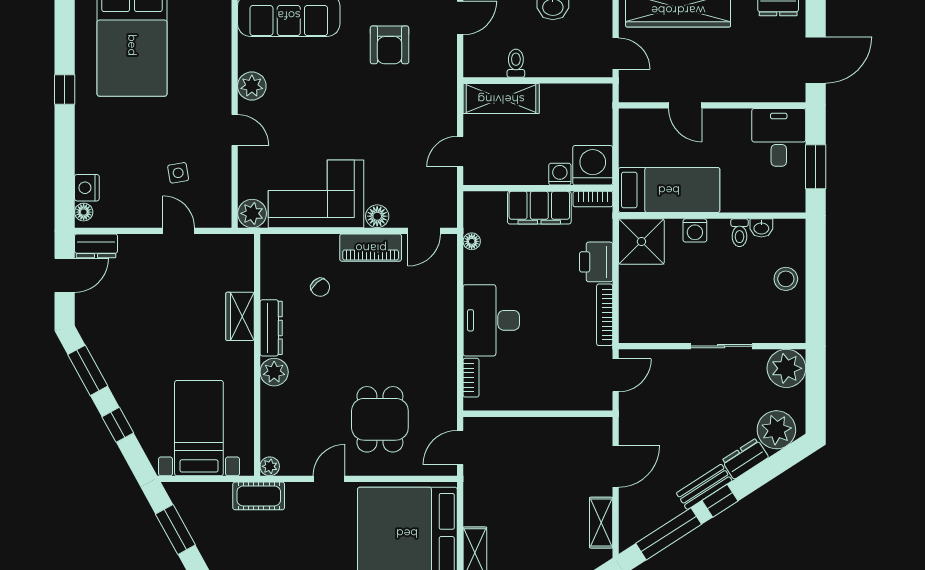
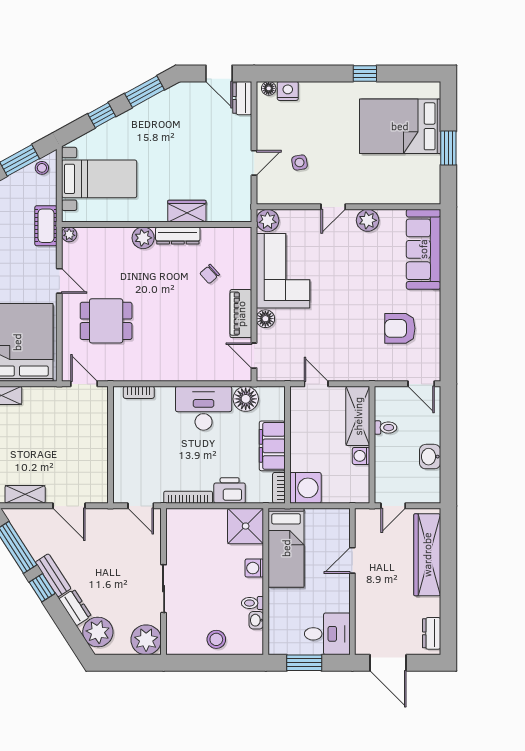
washing machine: (560, 174) -> (361, 456), moved, turned 180
floor lamp: (472, 241) -> (246, 399), width x1.89, depth x1.89
desk: (491, 320) -> (204, 408), moved
stool: (185, 501) -> (42, 168), added

